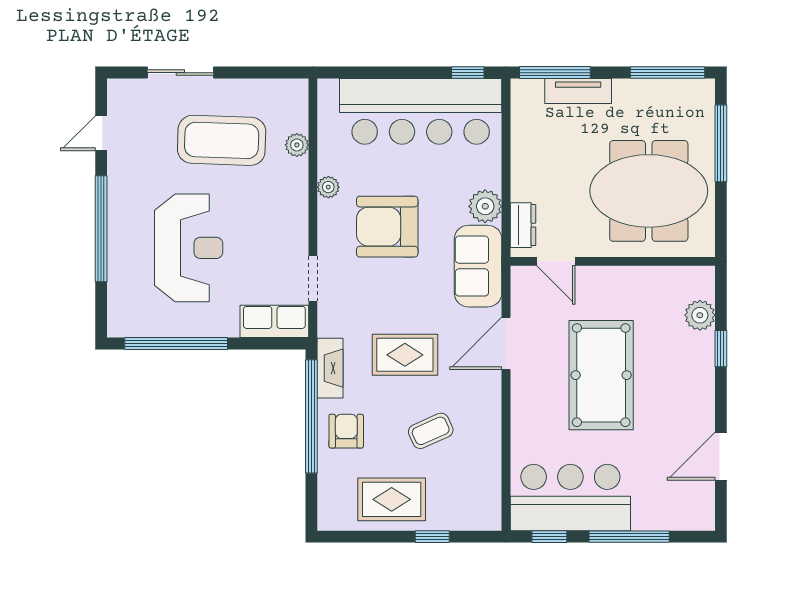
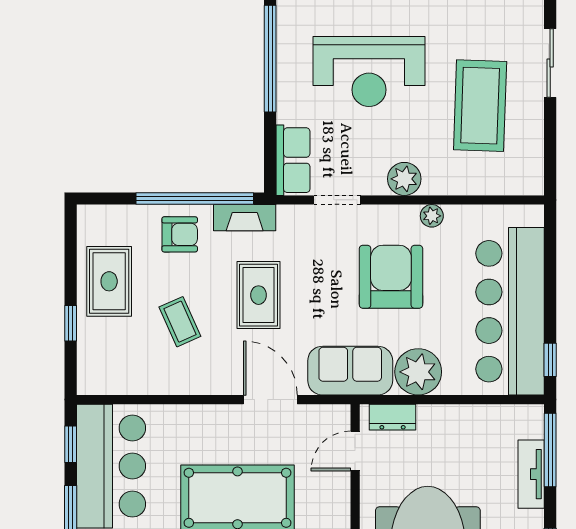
plant: (297, 145) -> (404, 179), moved, width x1.38, depth x1.38
plant: (485, 206) -> (418, 372), width x1.36, depth x1.36

